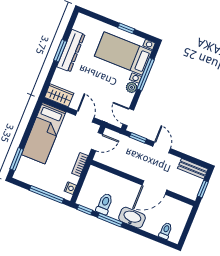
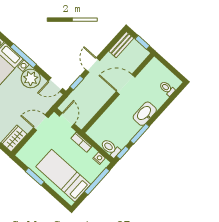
plant: (132, 87) -> (31, 78), width x1.88, depth x1.88
bed: (44, 133) -> (63, 176), moved, turned 180
door: (162, 147) -> (93, 65), hinge flipped
window: (17, 159) -> (35, 177), moved
door: (154, 188) -> (126, 84), swing flipped
toilet: (105, 204) -> (110, 148), moved

